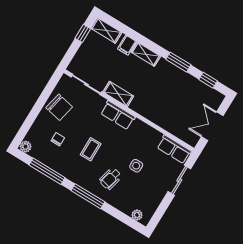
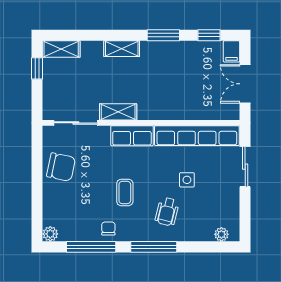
filing cabinet: (127, 45) -> (232, 51), moved
chair: (58, 139) -> (108, 229), moved
row of seats: (174, 149) -> (197, 136), width x2.02

